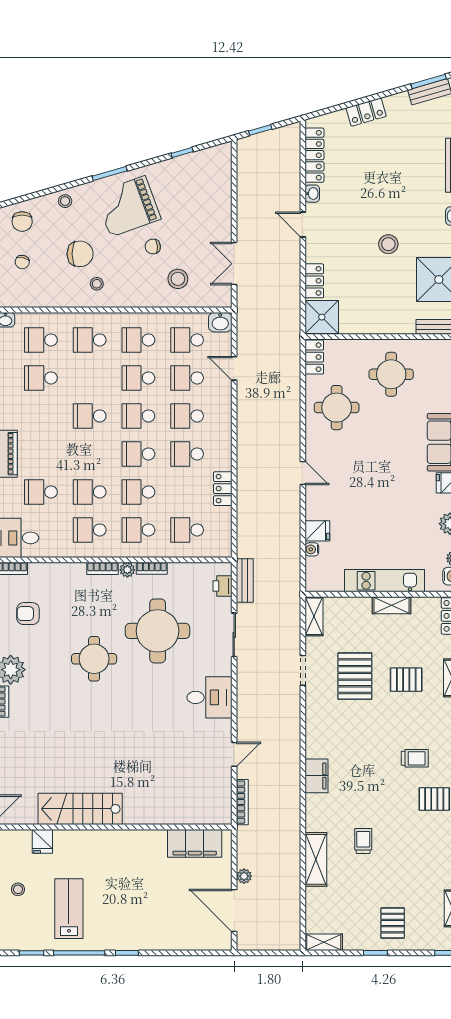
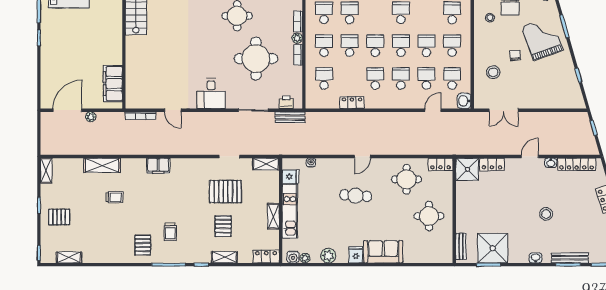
stool: (388, 244) -> (546, 214), moved
double door: (234, 264) -> (504, 110), swing flipped
cafe table: (361, 483) -> (356, 196), added
fridge: (317, 531) -> (290, 177), moved, turned -90

